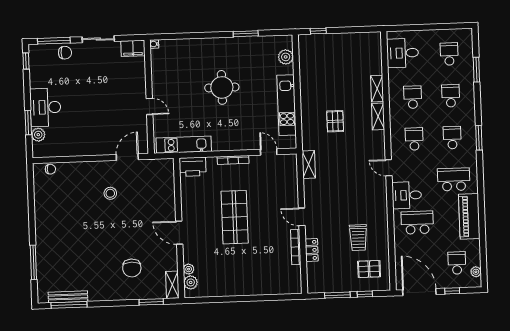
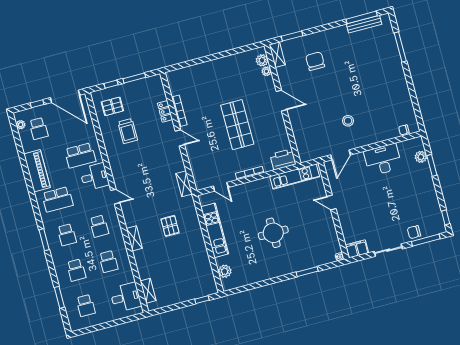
window: (246, 34) -> (307, 272), moved
shelving: (377, 89) -> (148, 291), moved
desk: (45, 107) -> (383, 160), moved, turned -90
trolley: (358, 238) -> (128, 131), turned 180

